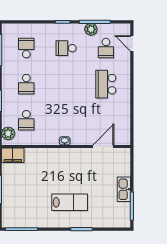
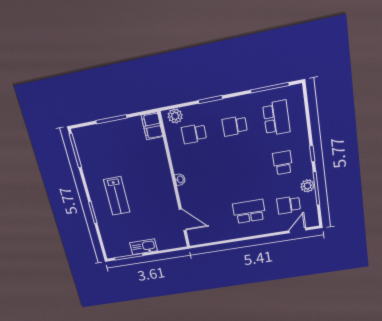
school desk: (26, 48) -> (276, 118), width x1.85

